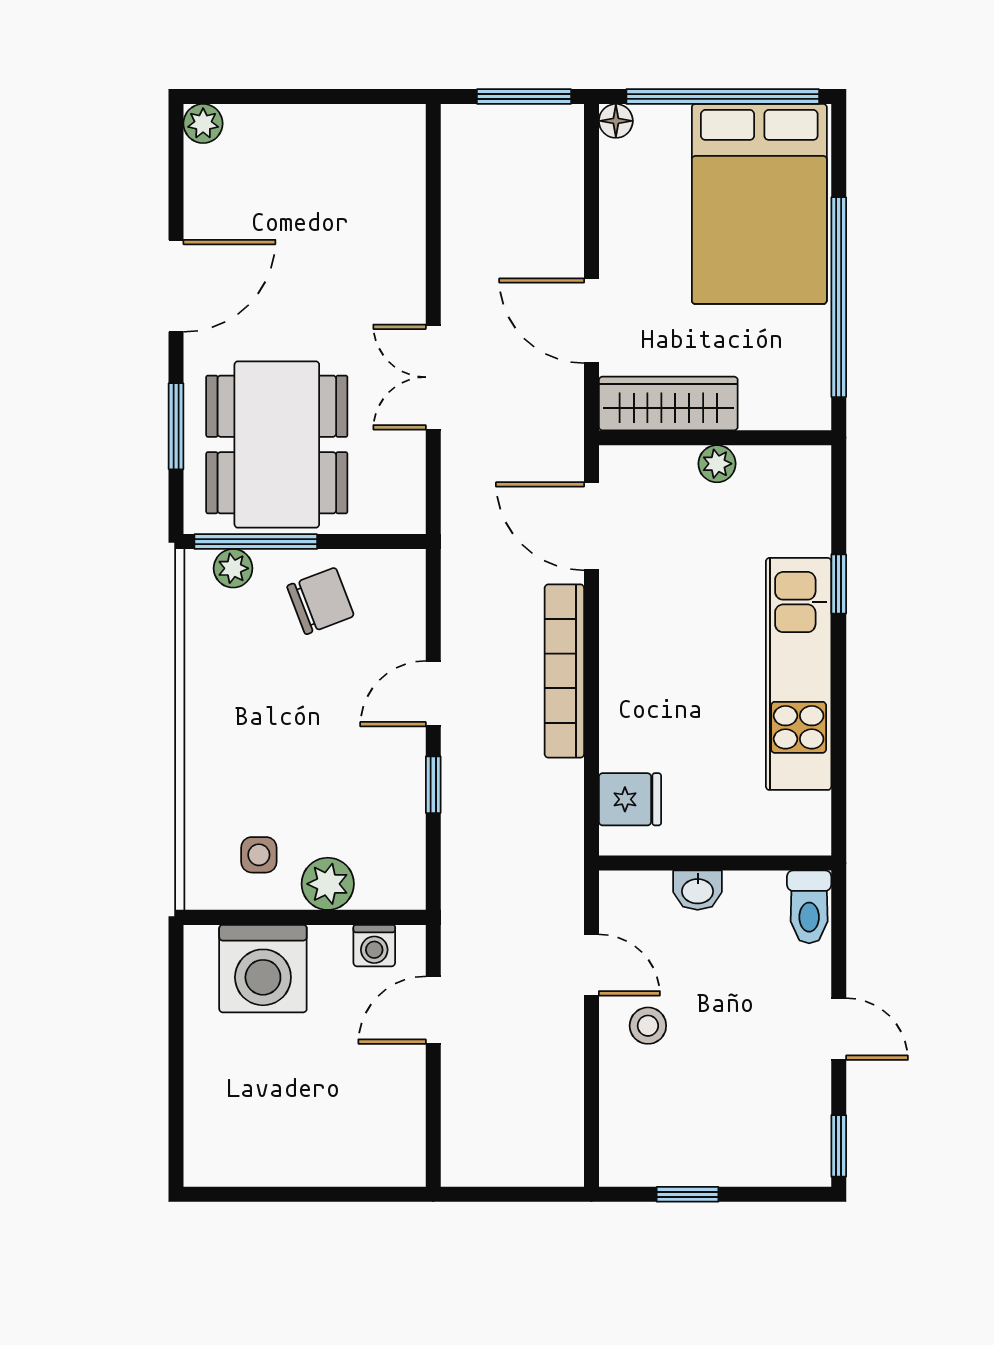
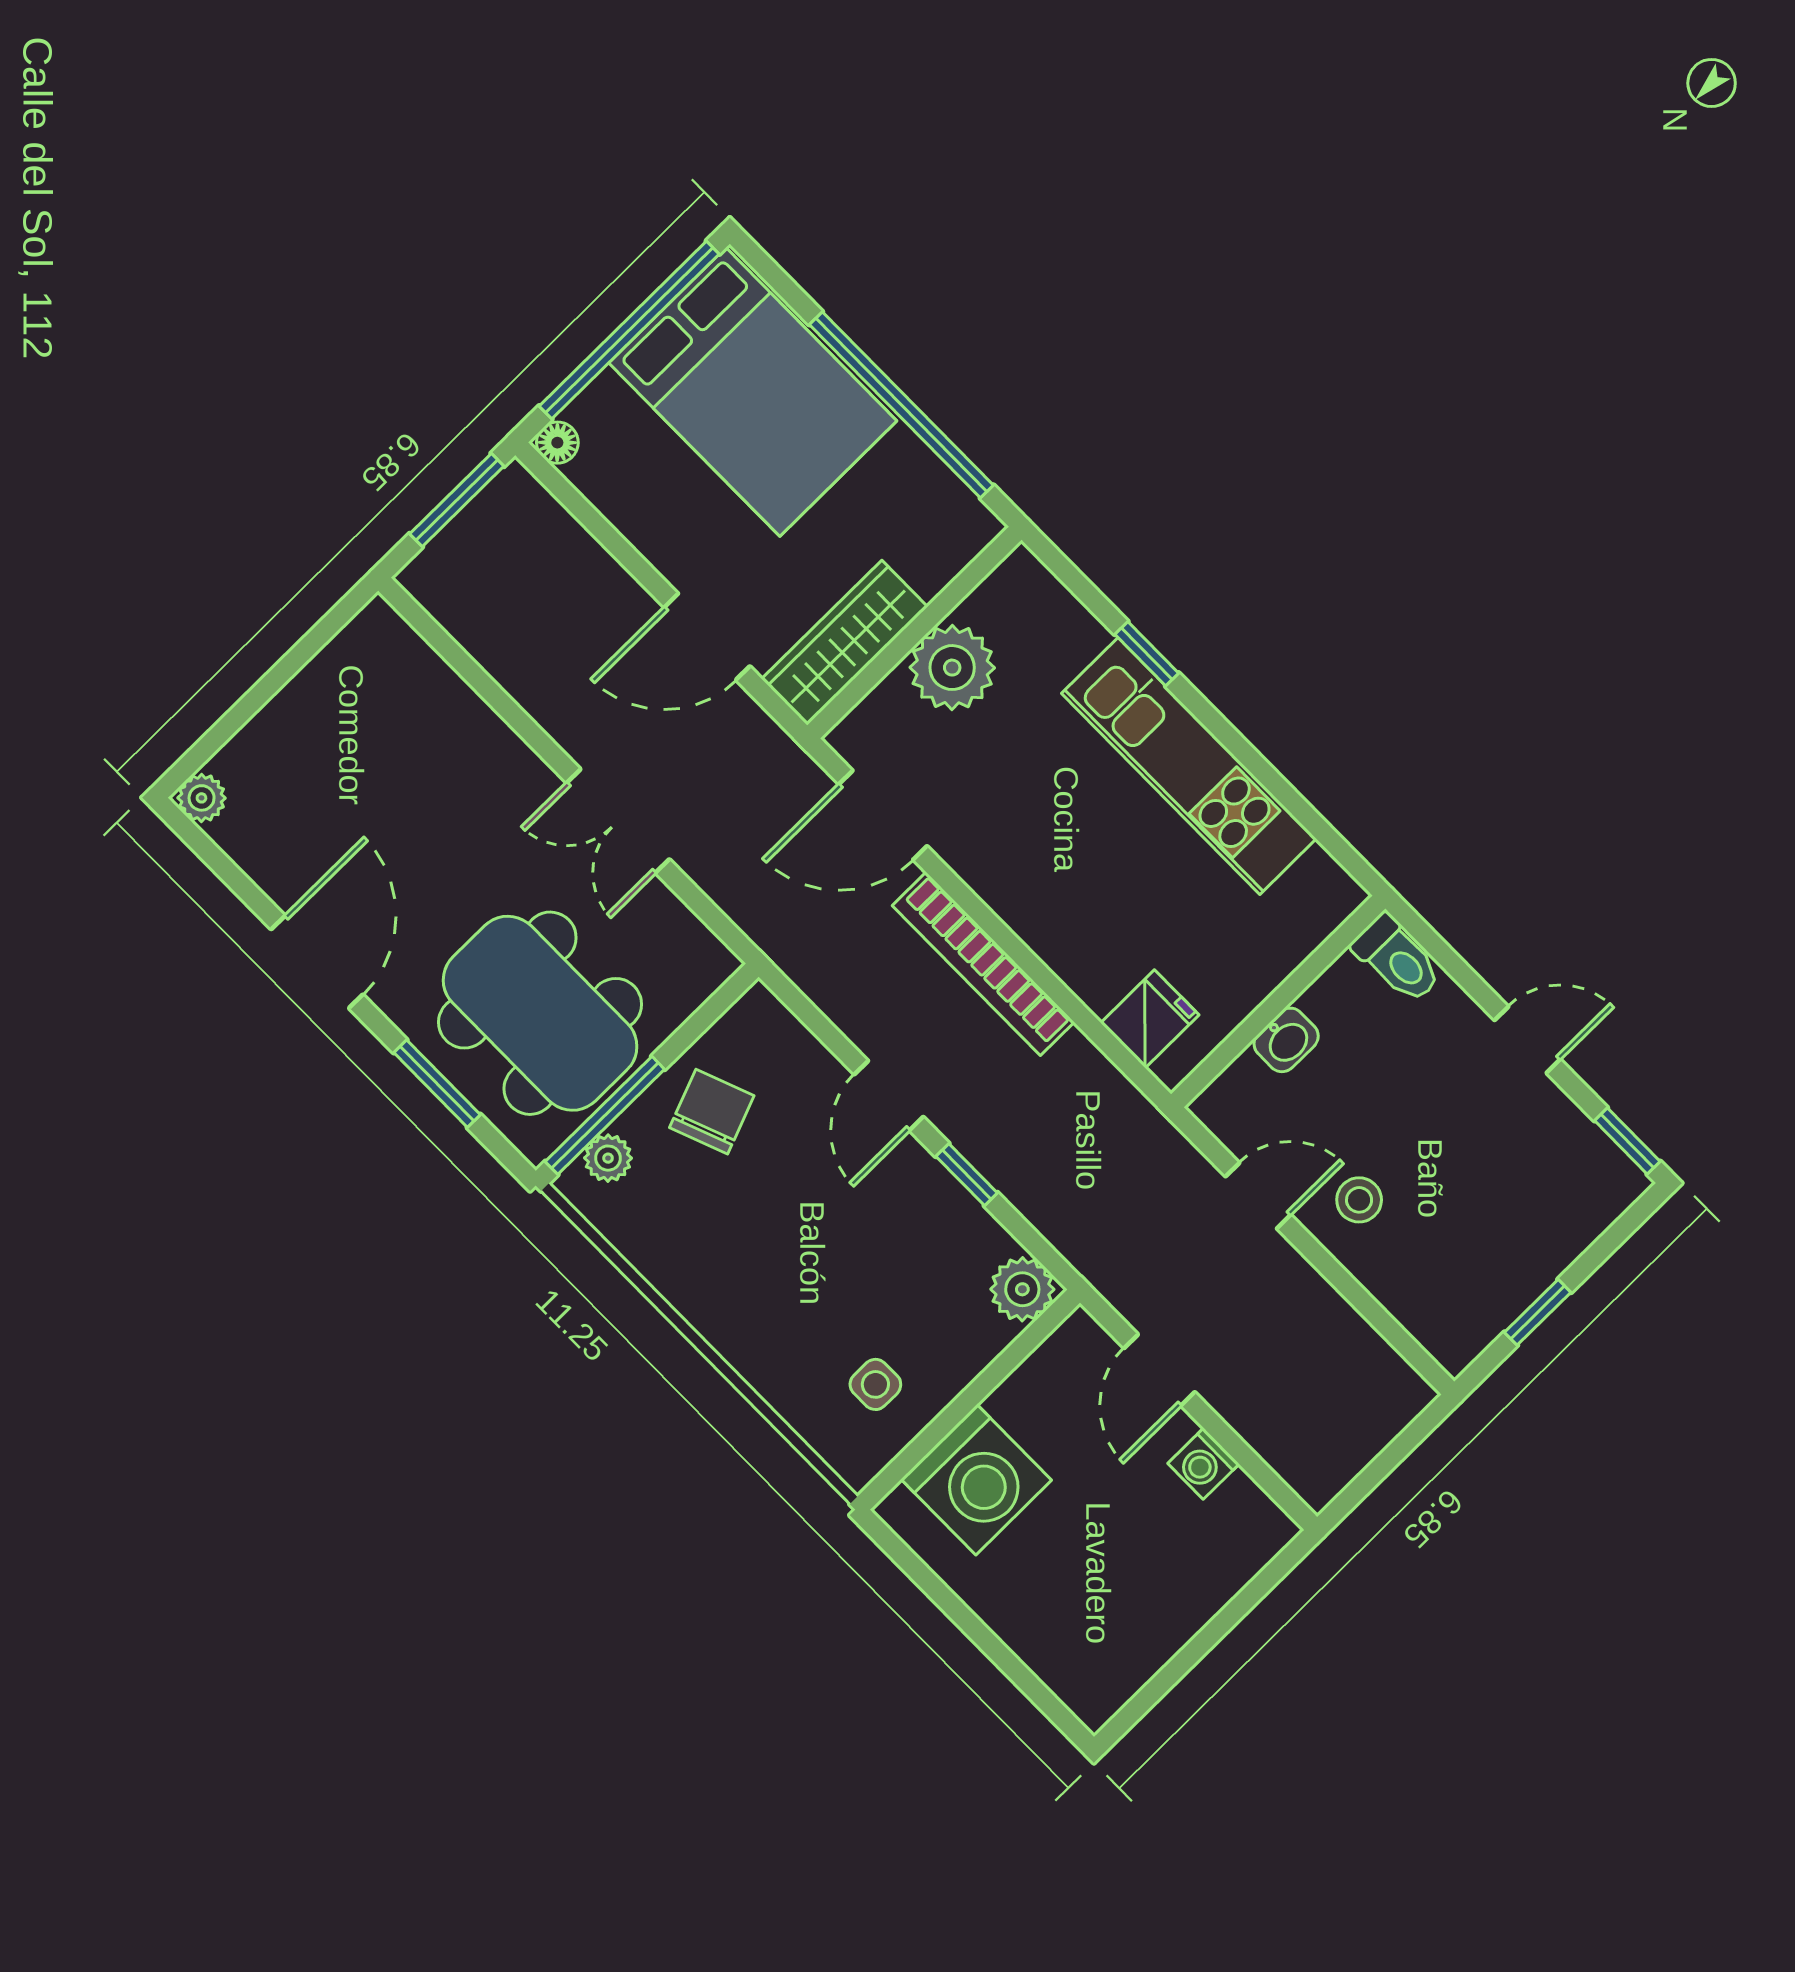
plant: (717, 464) -> (952, 668), width x1.88, depth x1.88
plant: (328, 884) -> (1022, 1289), moved
washing machine: (374, 946) -> (1203, 1464), moved, turned 90

